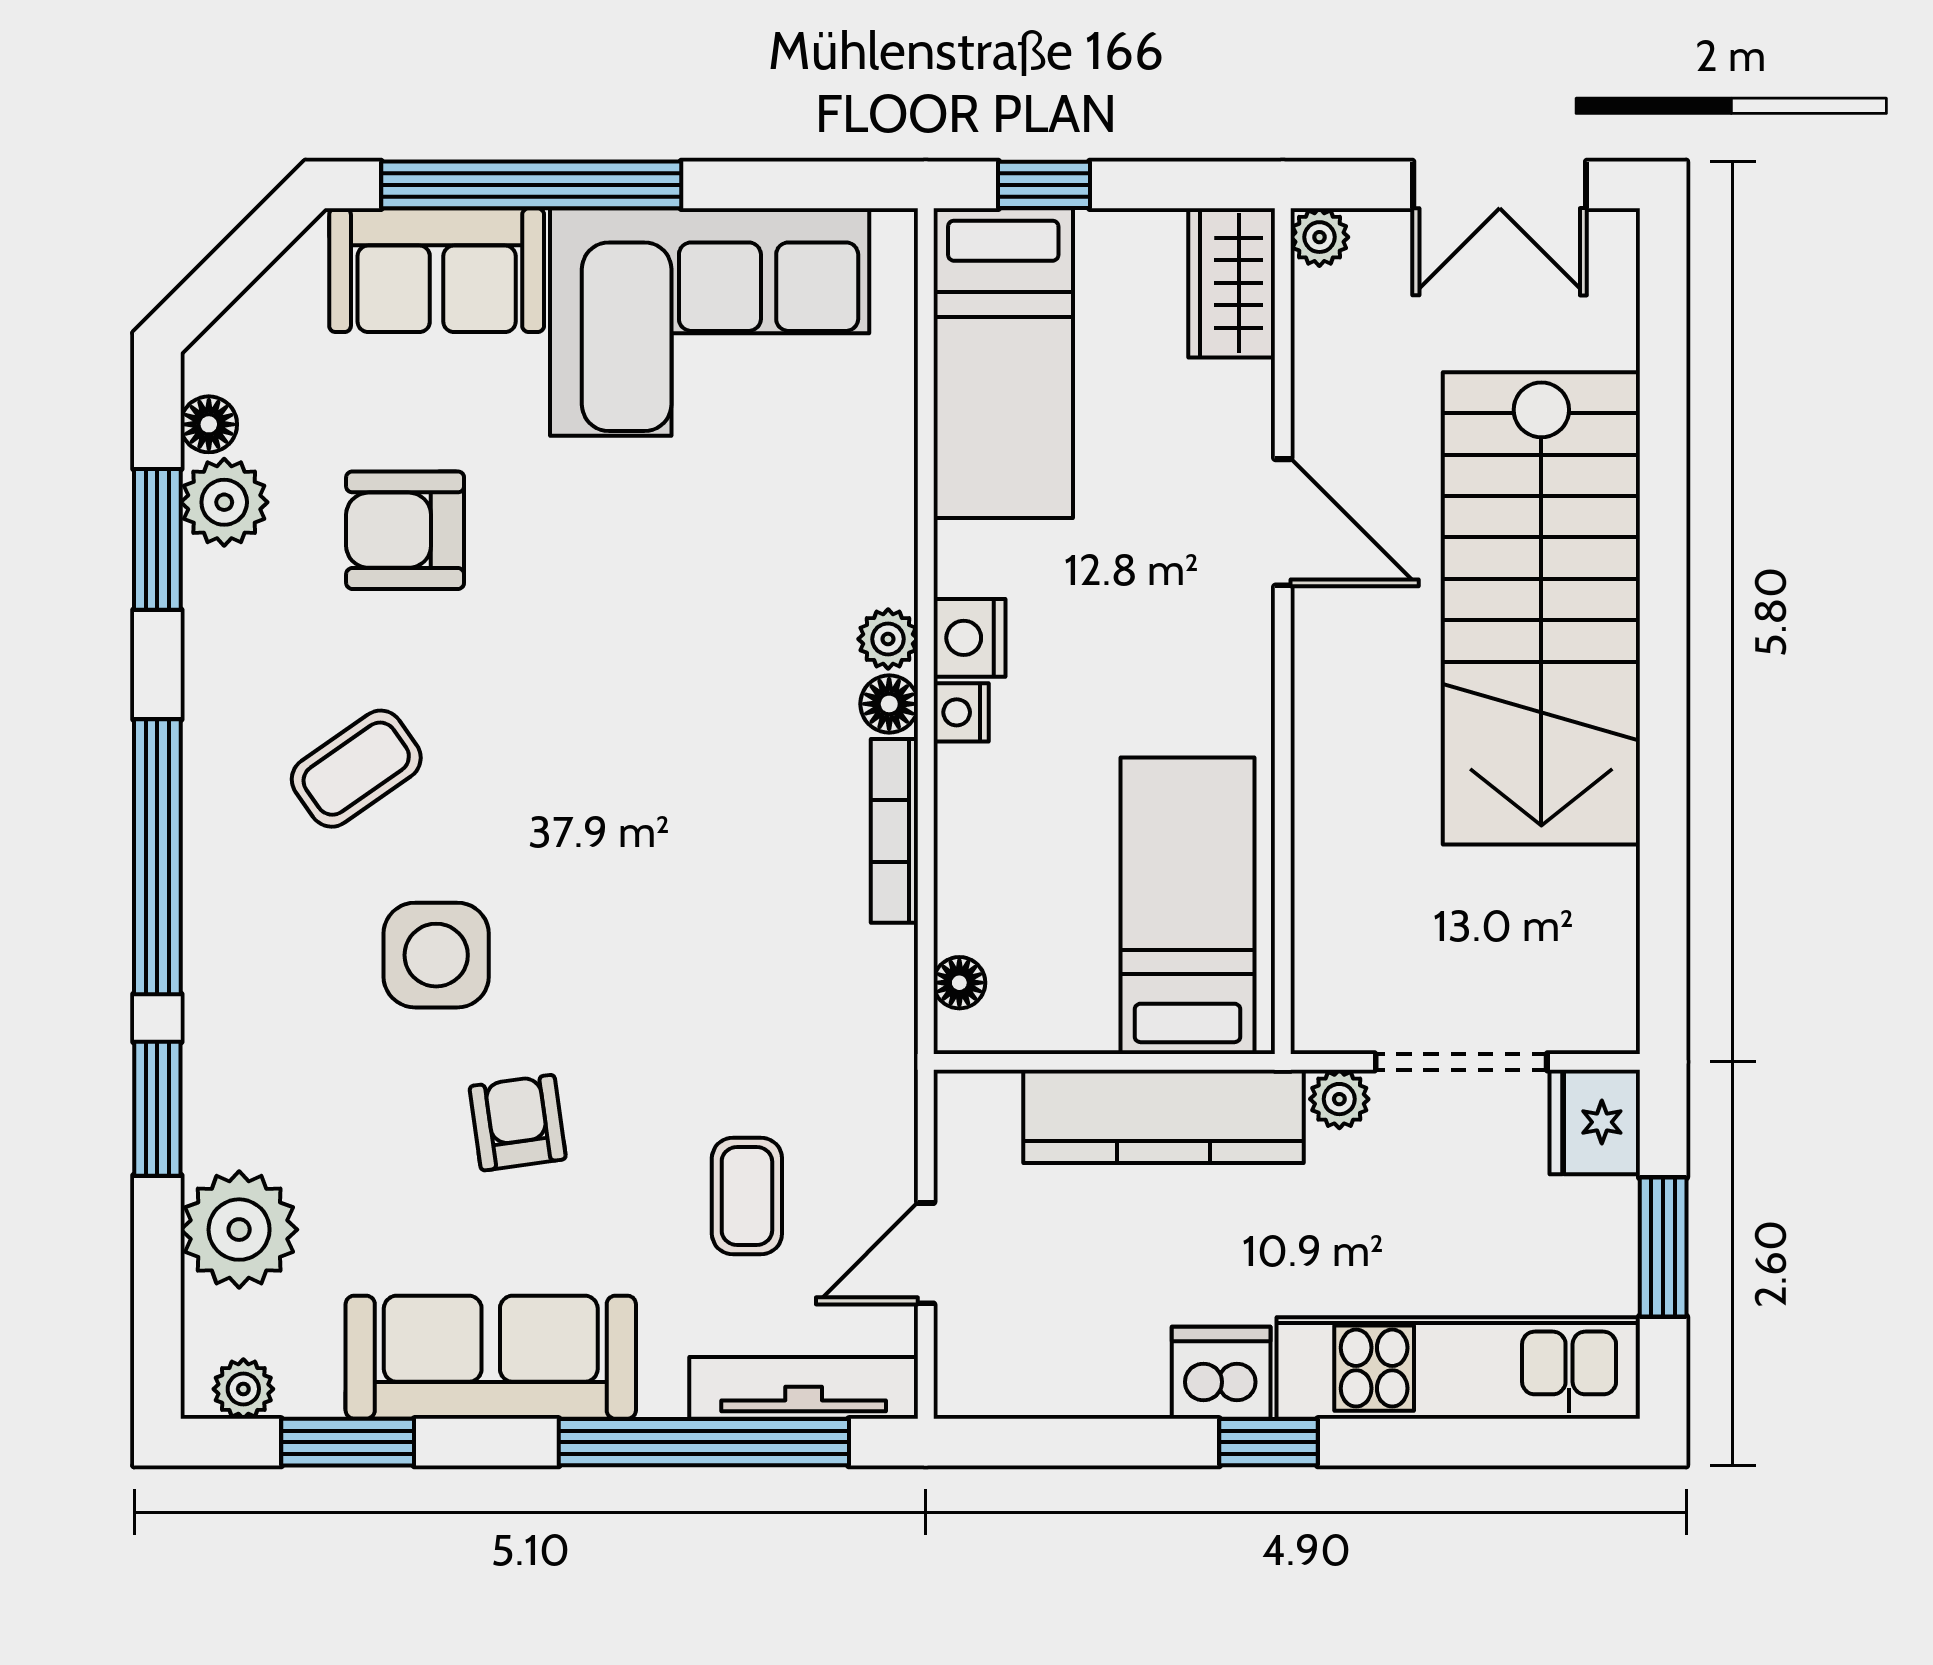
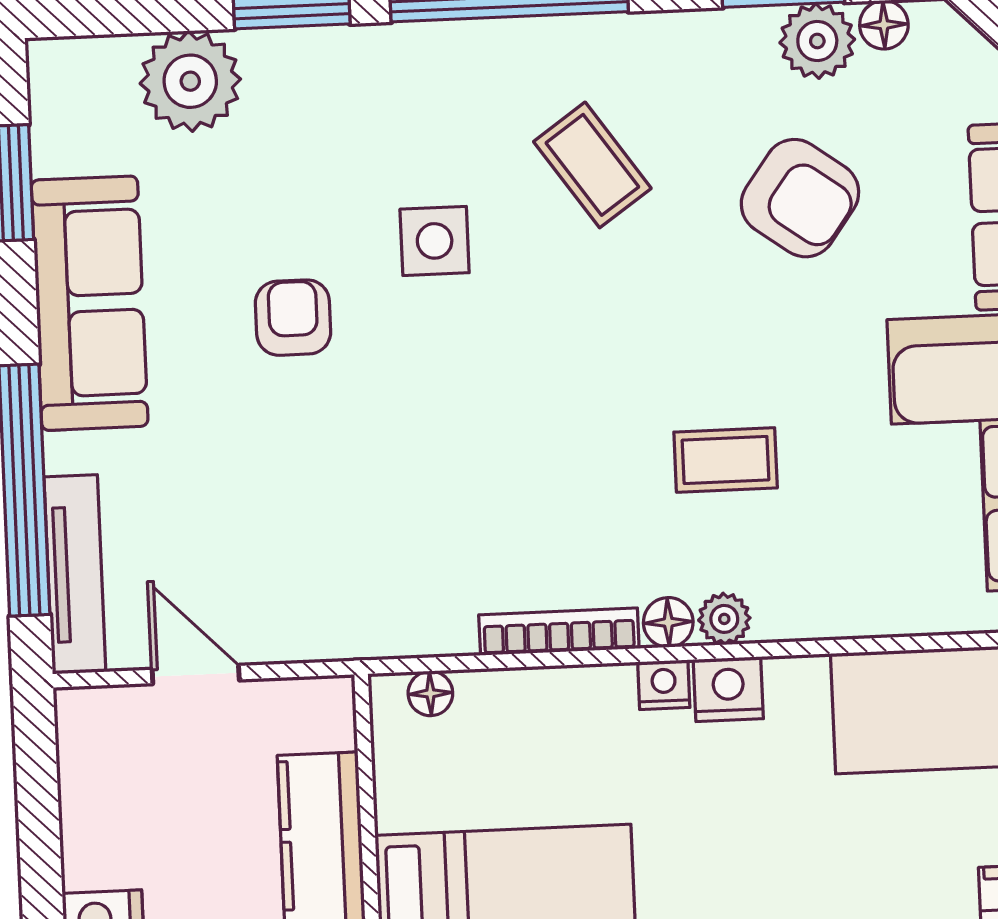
armchair: (405, 530) -> (800, 198), turned 126
side table: (436, 955) -> (435, 241), width x0.73, depth x0.73
armchair: (518, 1123) -> (293, 318), turned -82
coffee table: (747, 1196) -> (726, 460), moved
plant: (243, 1389) -> (53, 91), removed

